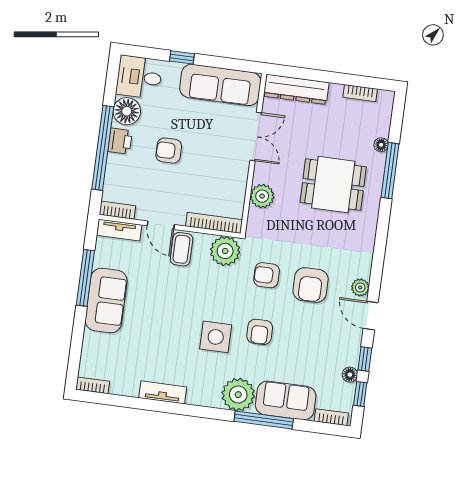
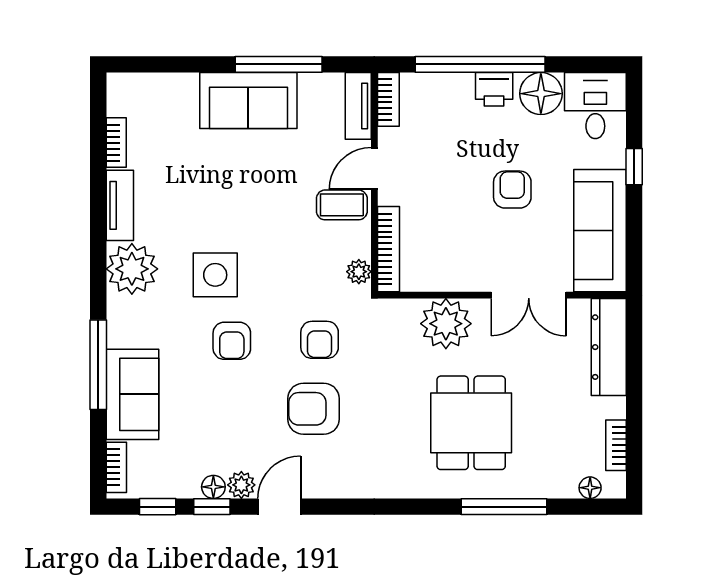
floor lamp: (381, 145) -> (590, 488), moved
armchair: (169, 151) -> (512, 190), moved
plant: (262, 196) -> (446, 324), width x1.36, depth x1.36
plant: (225, 251) -> (359, 272), width x0.53, depth x0.53
armchair: (267, 275) -> (320, 340), turned 180
plant: (360, 287) -> (241, 485), moved
armchair: (260, 332) -> (232, 341), turned -90
floor lamp: (350, 375) -> (213, 487), moved
bookcase: (93, 385) -> (116, 143), moved
plant: (238, 395) -> (132, 269), moved

